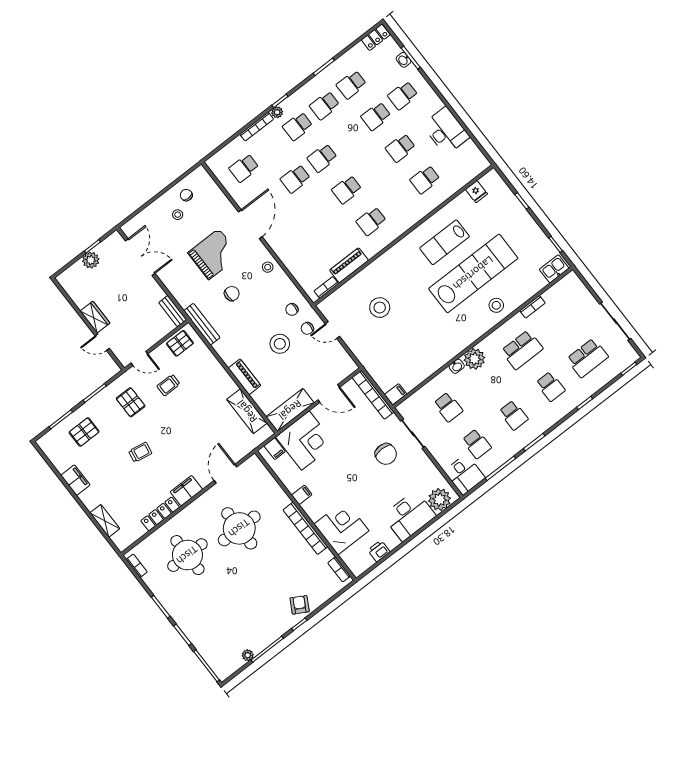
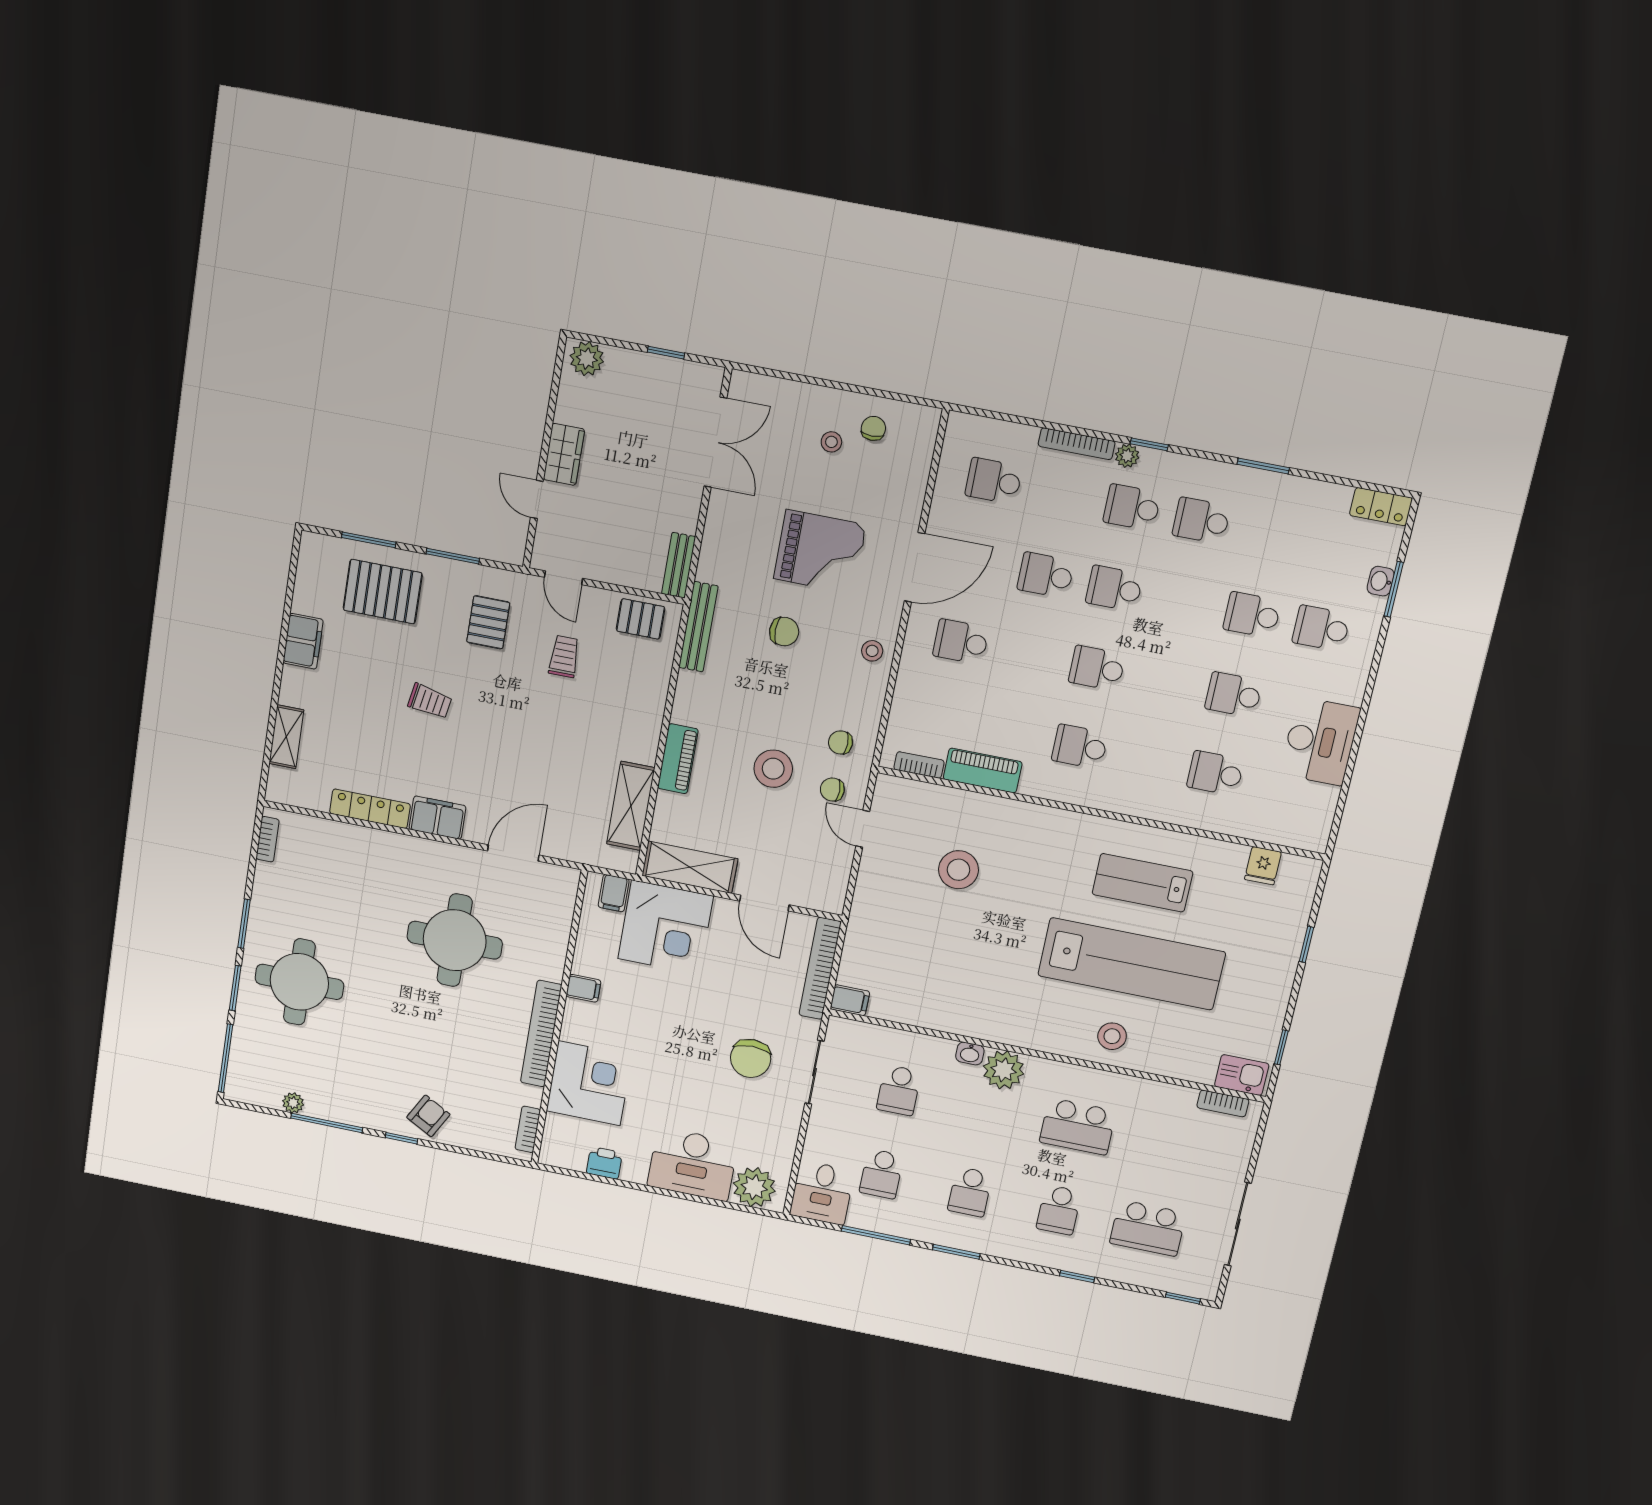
school desk: (351, 85) -> (961, 642), moved
plant: (91, 260) -> (587, 359), moved
bookcase: (532, 307) -> (1223, 1103), moved
trolley: (168, 385) -> (564, 656), turned 90
pallet: (84, 432) -> (383, 592), width x1.50, depth x1.42
round table: (187, 555) -> (299, 982), moved

